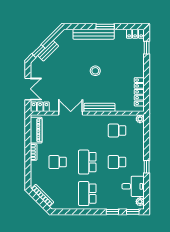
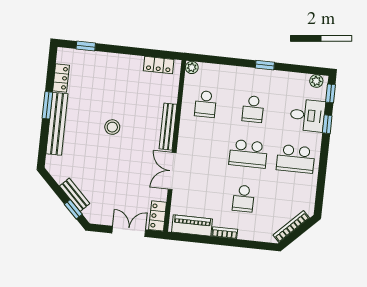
locker: (135, 34) -> (61, 78), moved
locker: (139, 92) -> (159, 65), width x0.66
desk: (133, 186) -> (308, 115), moved, turned 90

